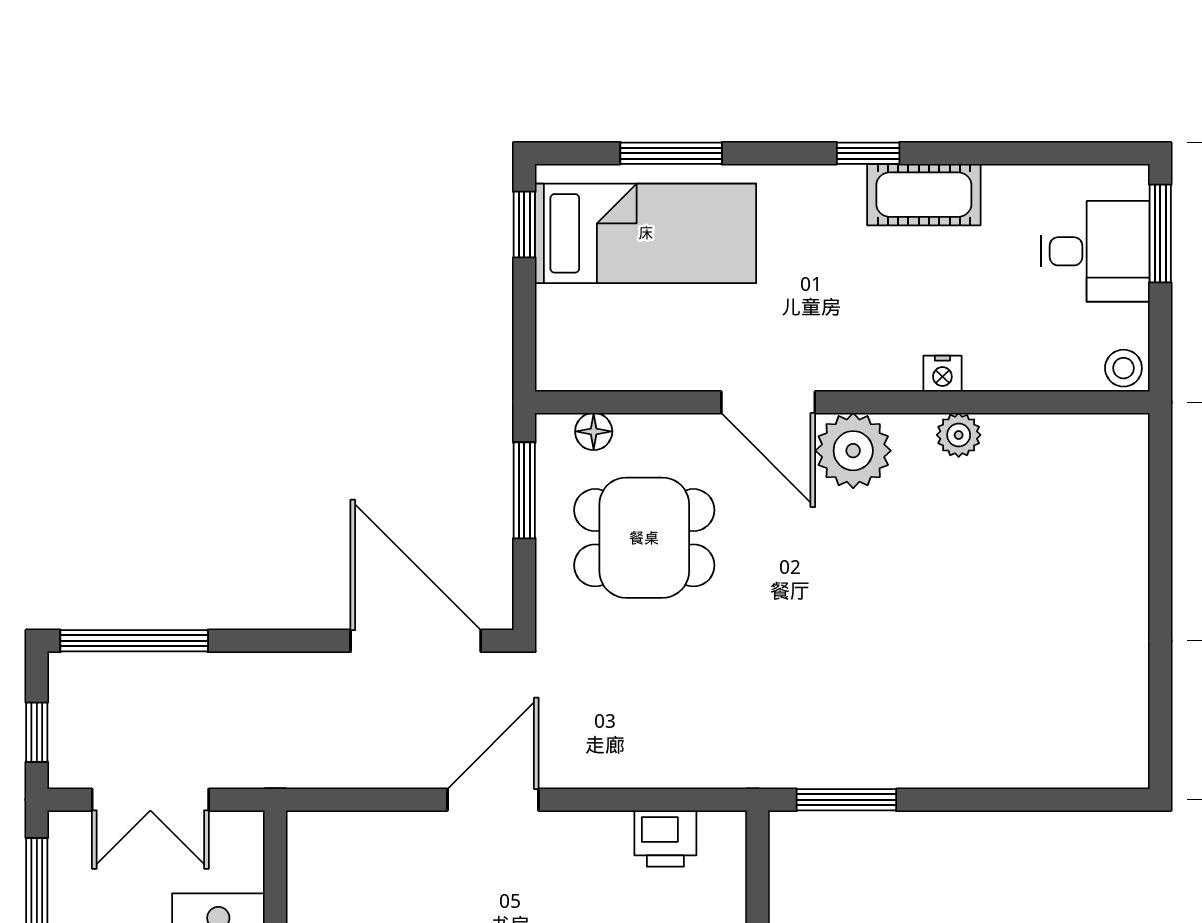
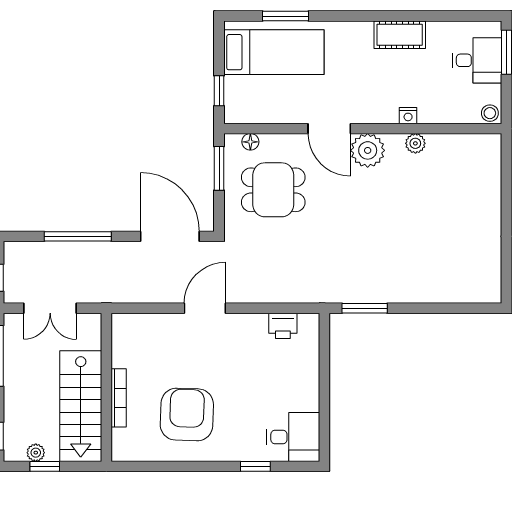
window: (868, 153) -> (374, 16), removed
window: (524, 225) -> (219, 91), moved
window: (134, 641) -> (78, 236), moved

